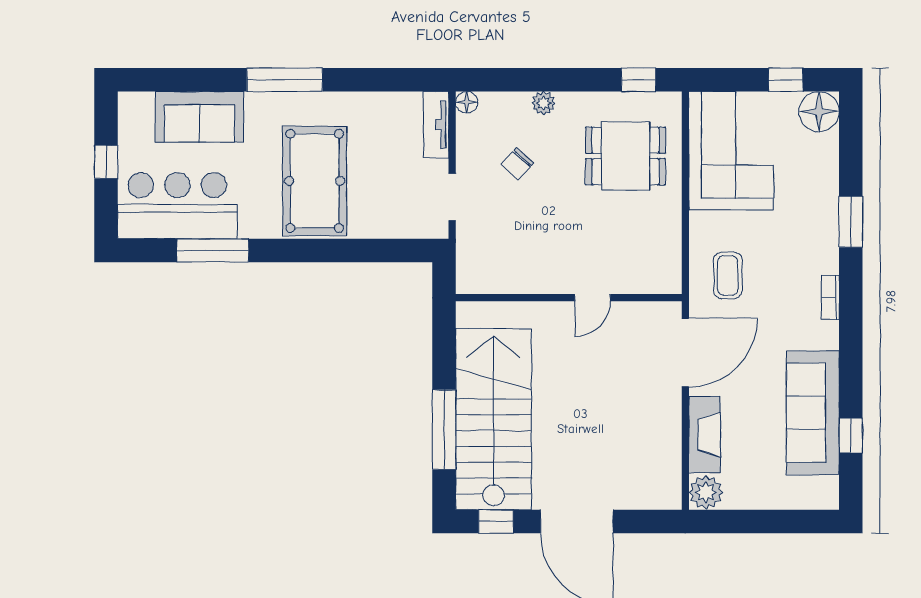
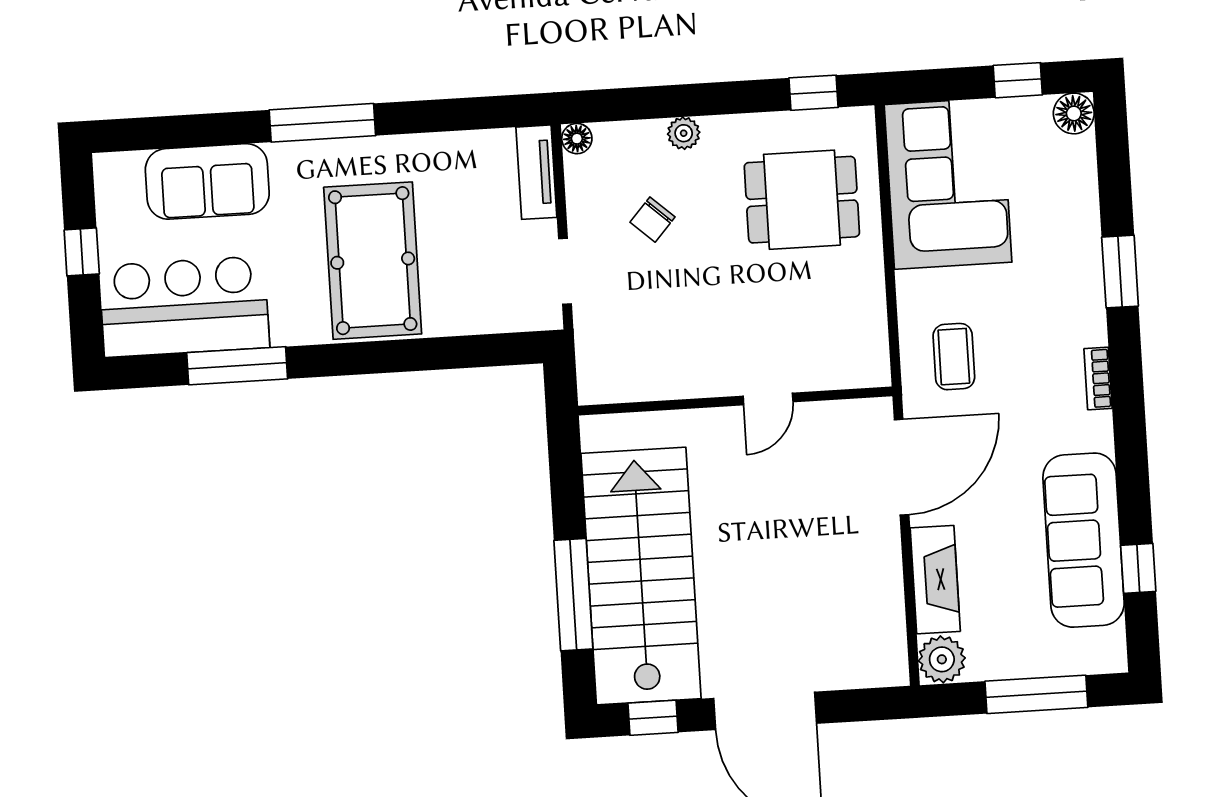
floor lamp: (819, 112) -> (1074, 113), width x0.73, depth x0.73
window: (772, 521) -> (1036, 694), added

